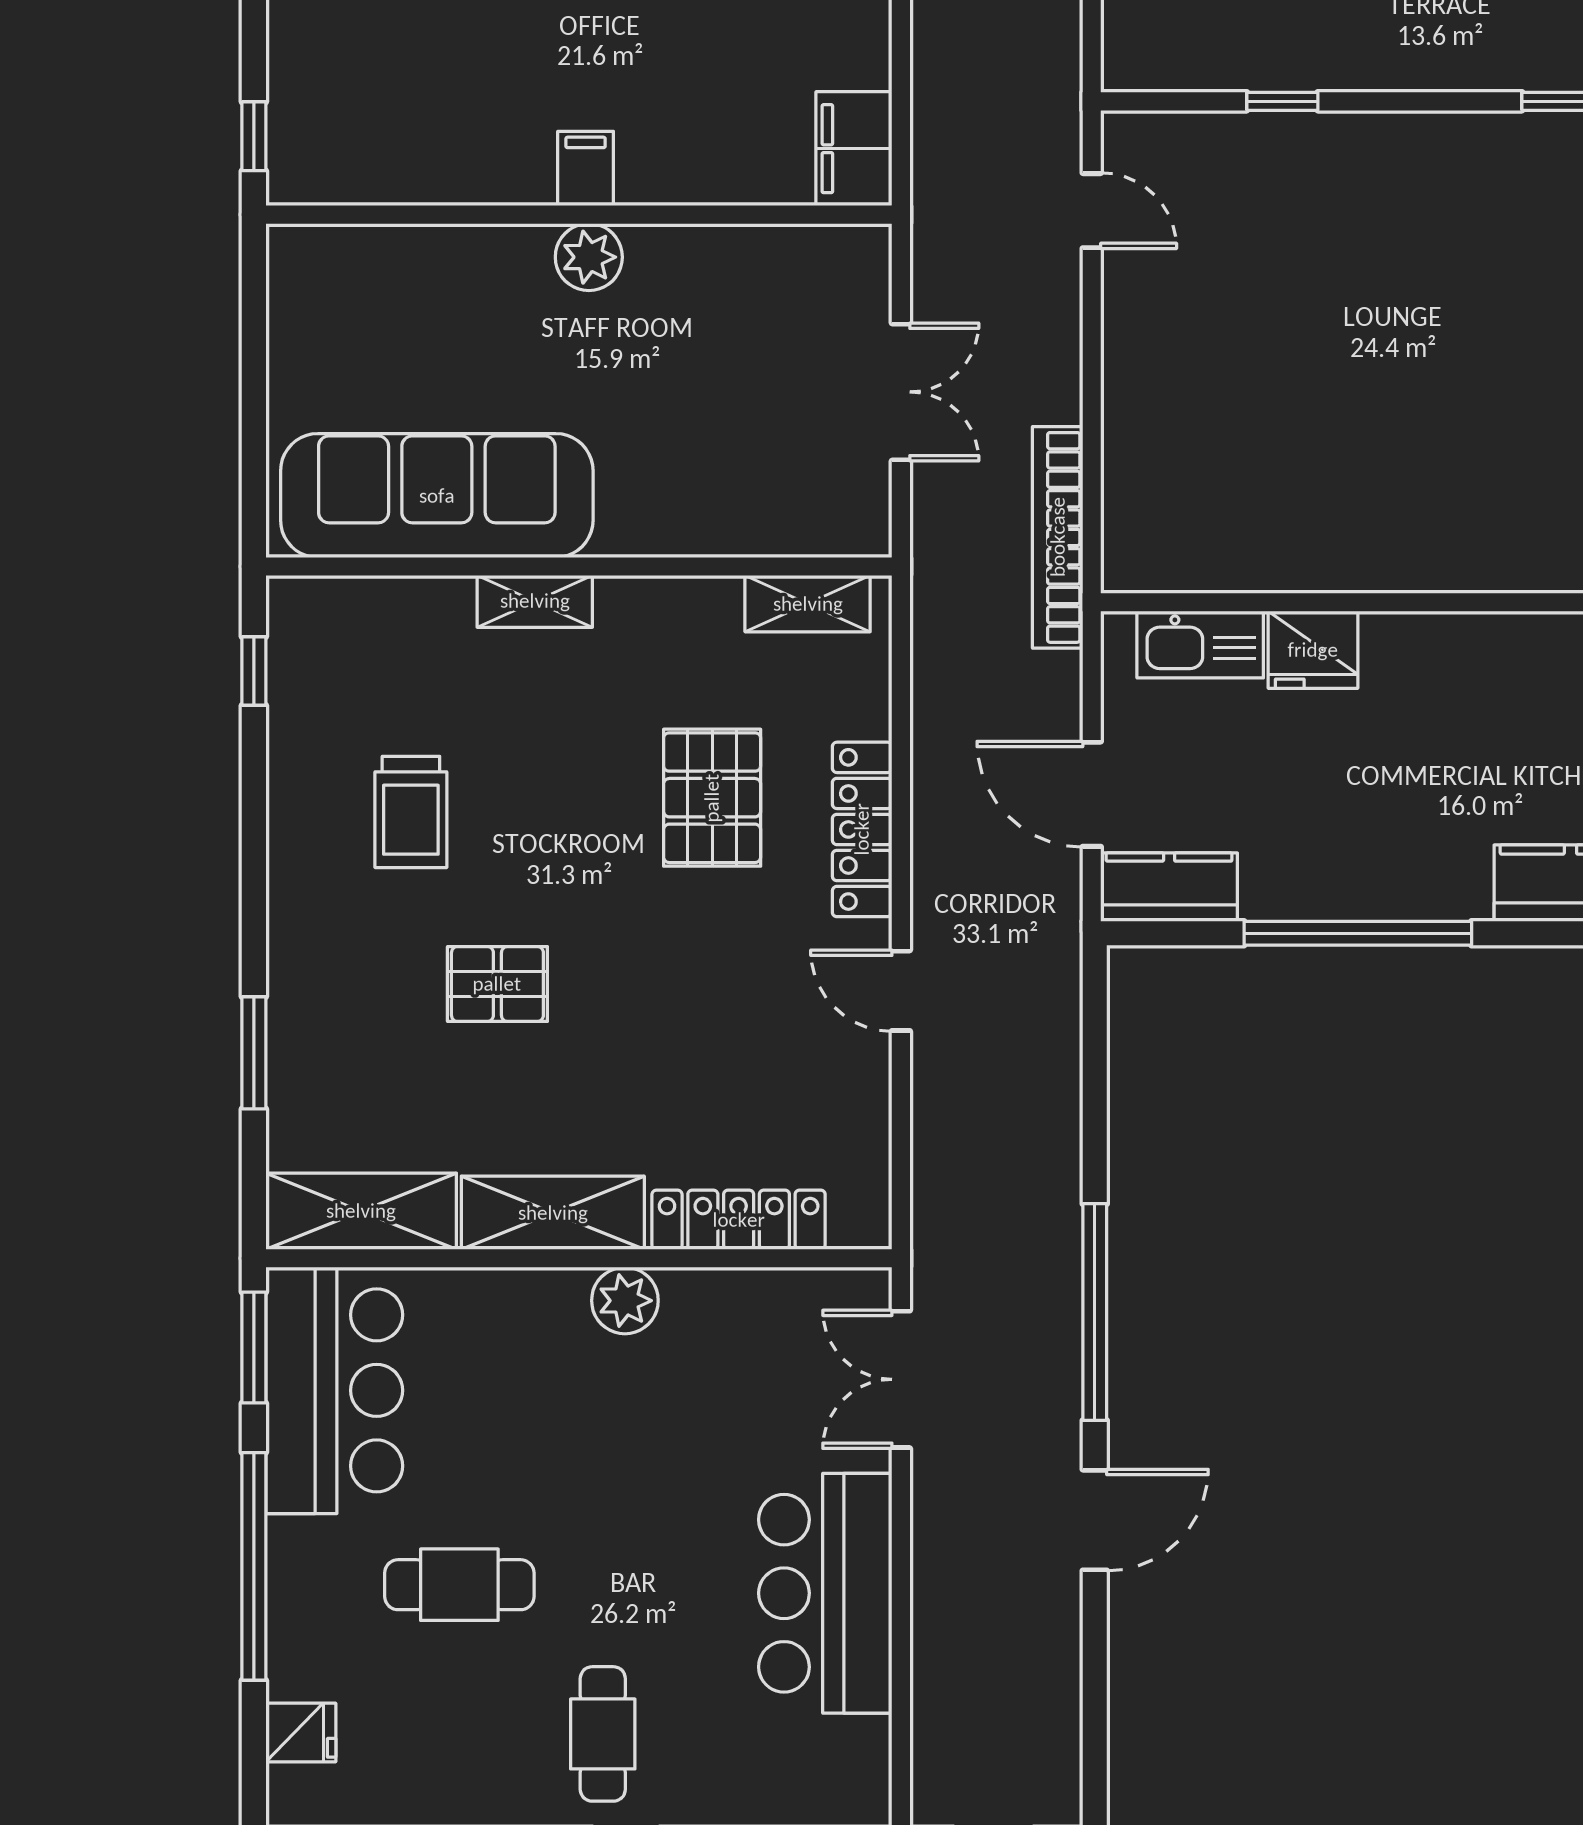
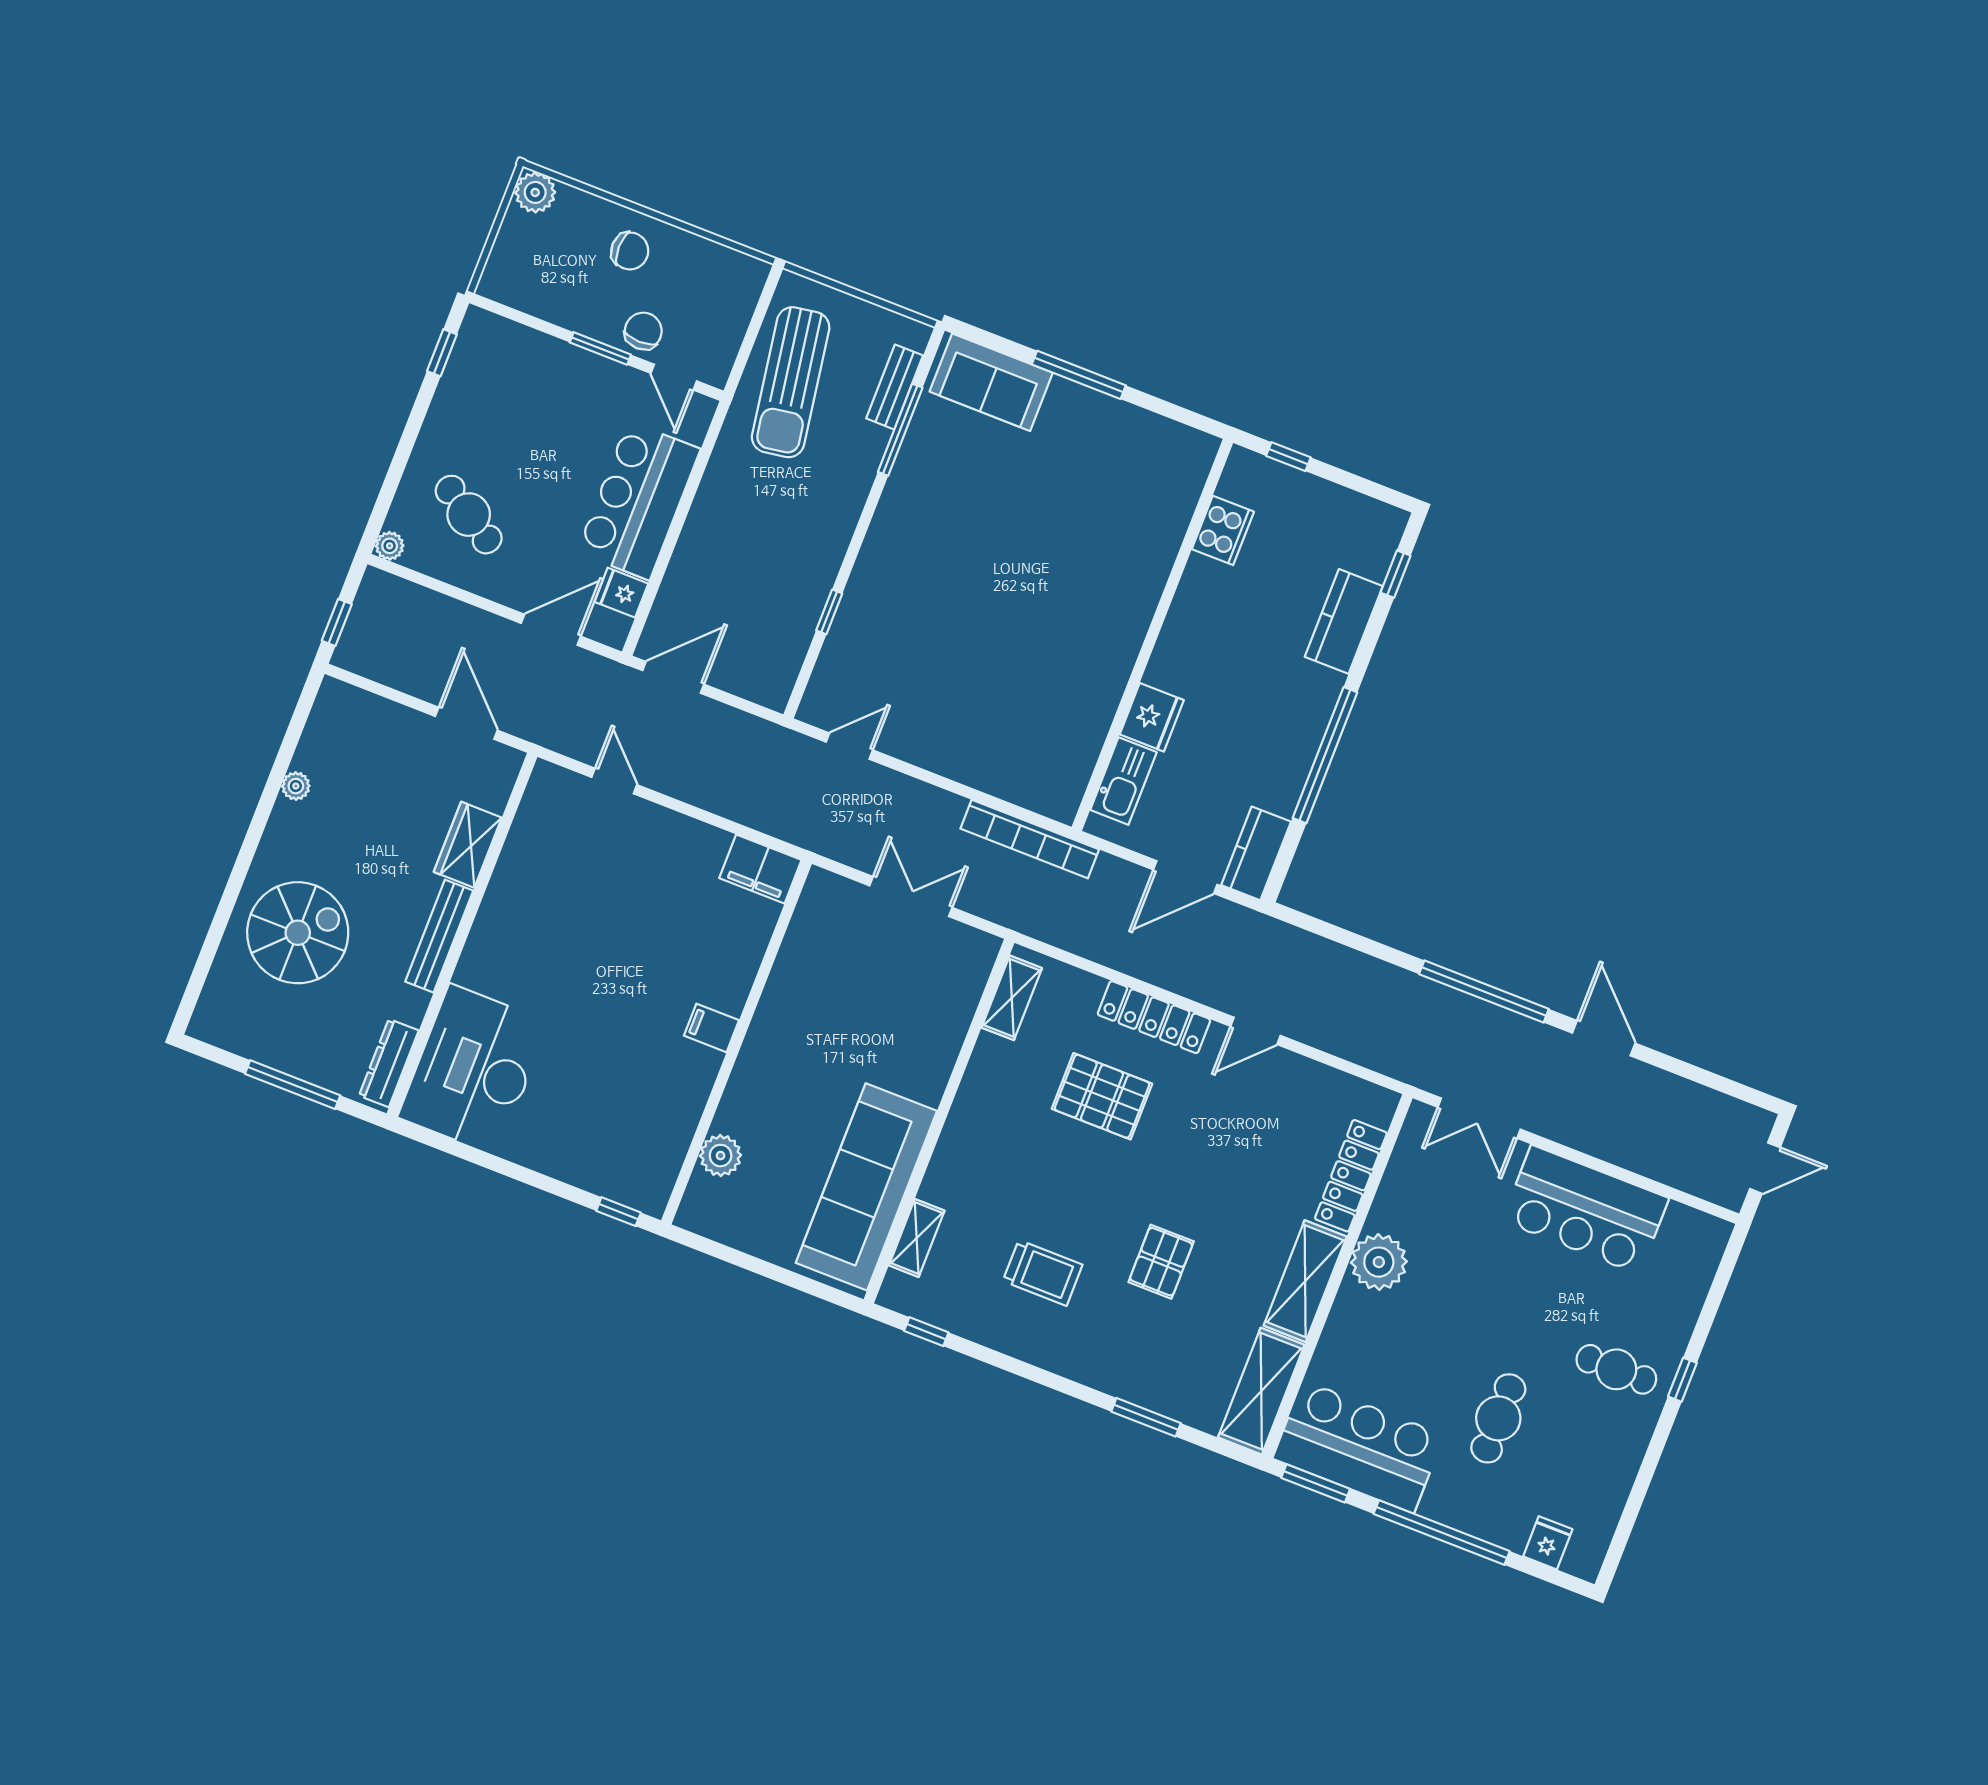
plant: (589, 257) -> (721, 1156), moved
shelving: (535, 601) -> (917, 1238), moved
plant: (625, 1301) -> (1379, 1262), width x1.36, depth x1.36

